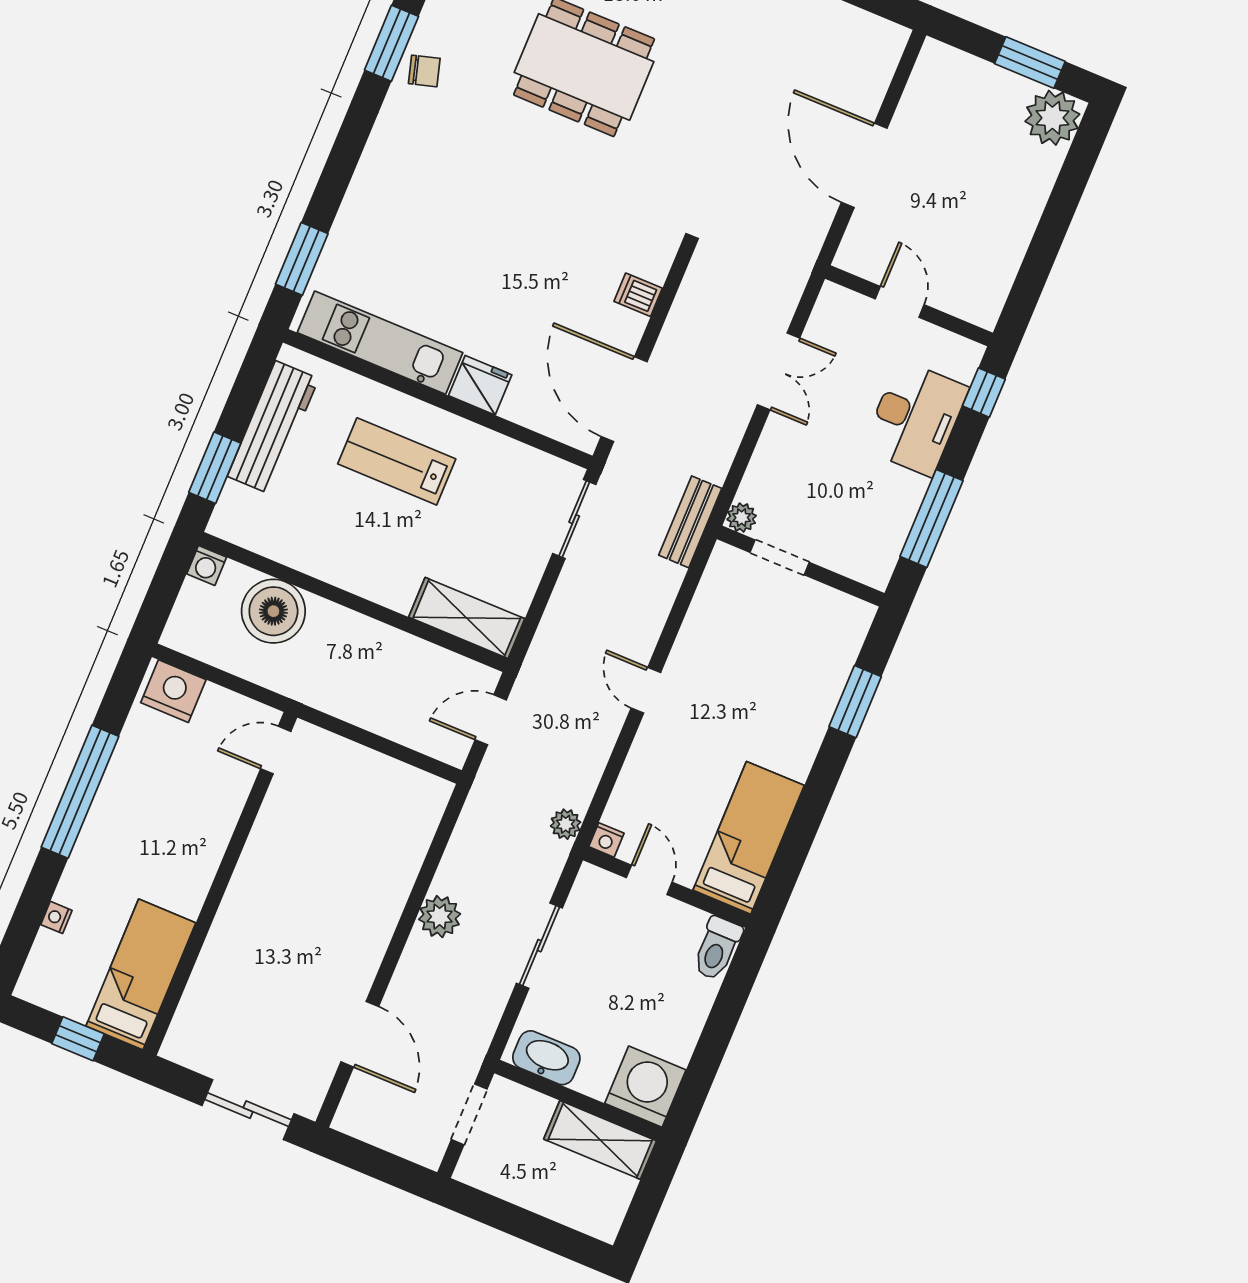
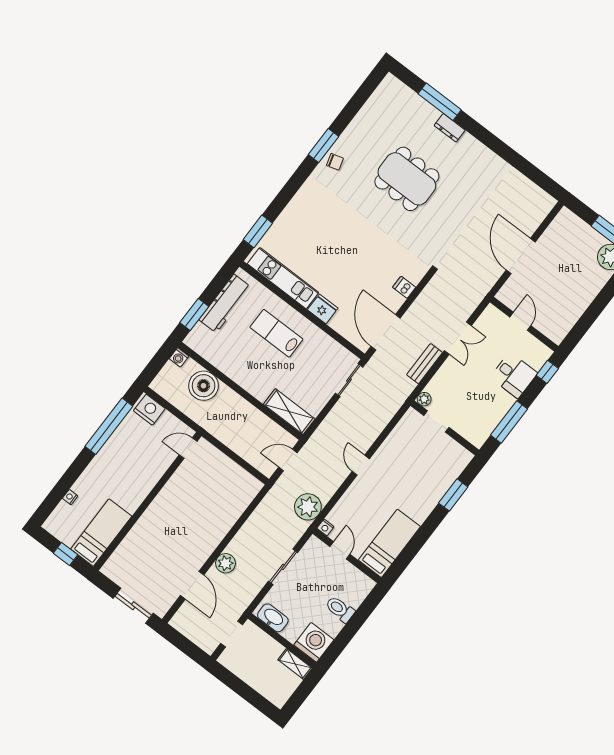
desk: (915, 418) -> (514, 375), width x0.73
bench: (690, 522) -> (425, 364), moved
window: (80, 792) -> (109, 426), moved
plant: (566, 824) -> (308, 507), width x1.88, depth x1.88
plant: (440, 917) -> (226, 563), moved
toilet: (717, 948) -> (340, 609), moved, turned 90
shelving: (600, 1140) -> (295, 664), width x0.67, depth x0.75

